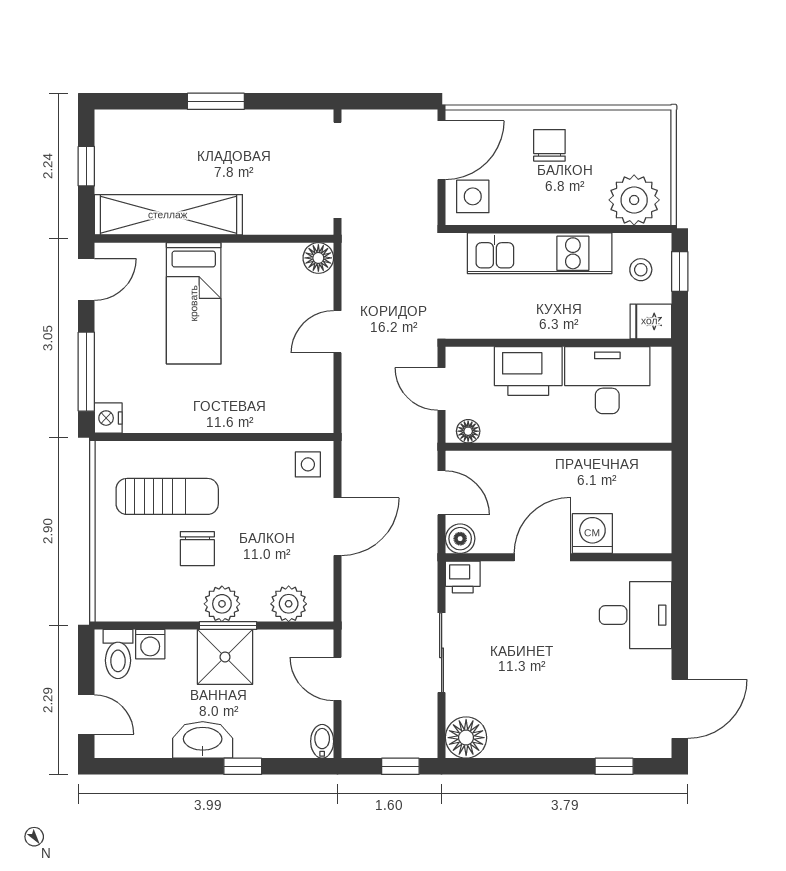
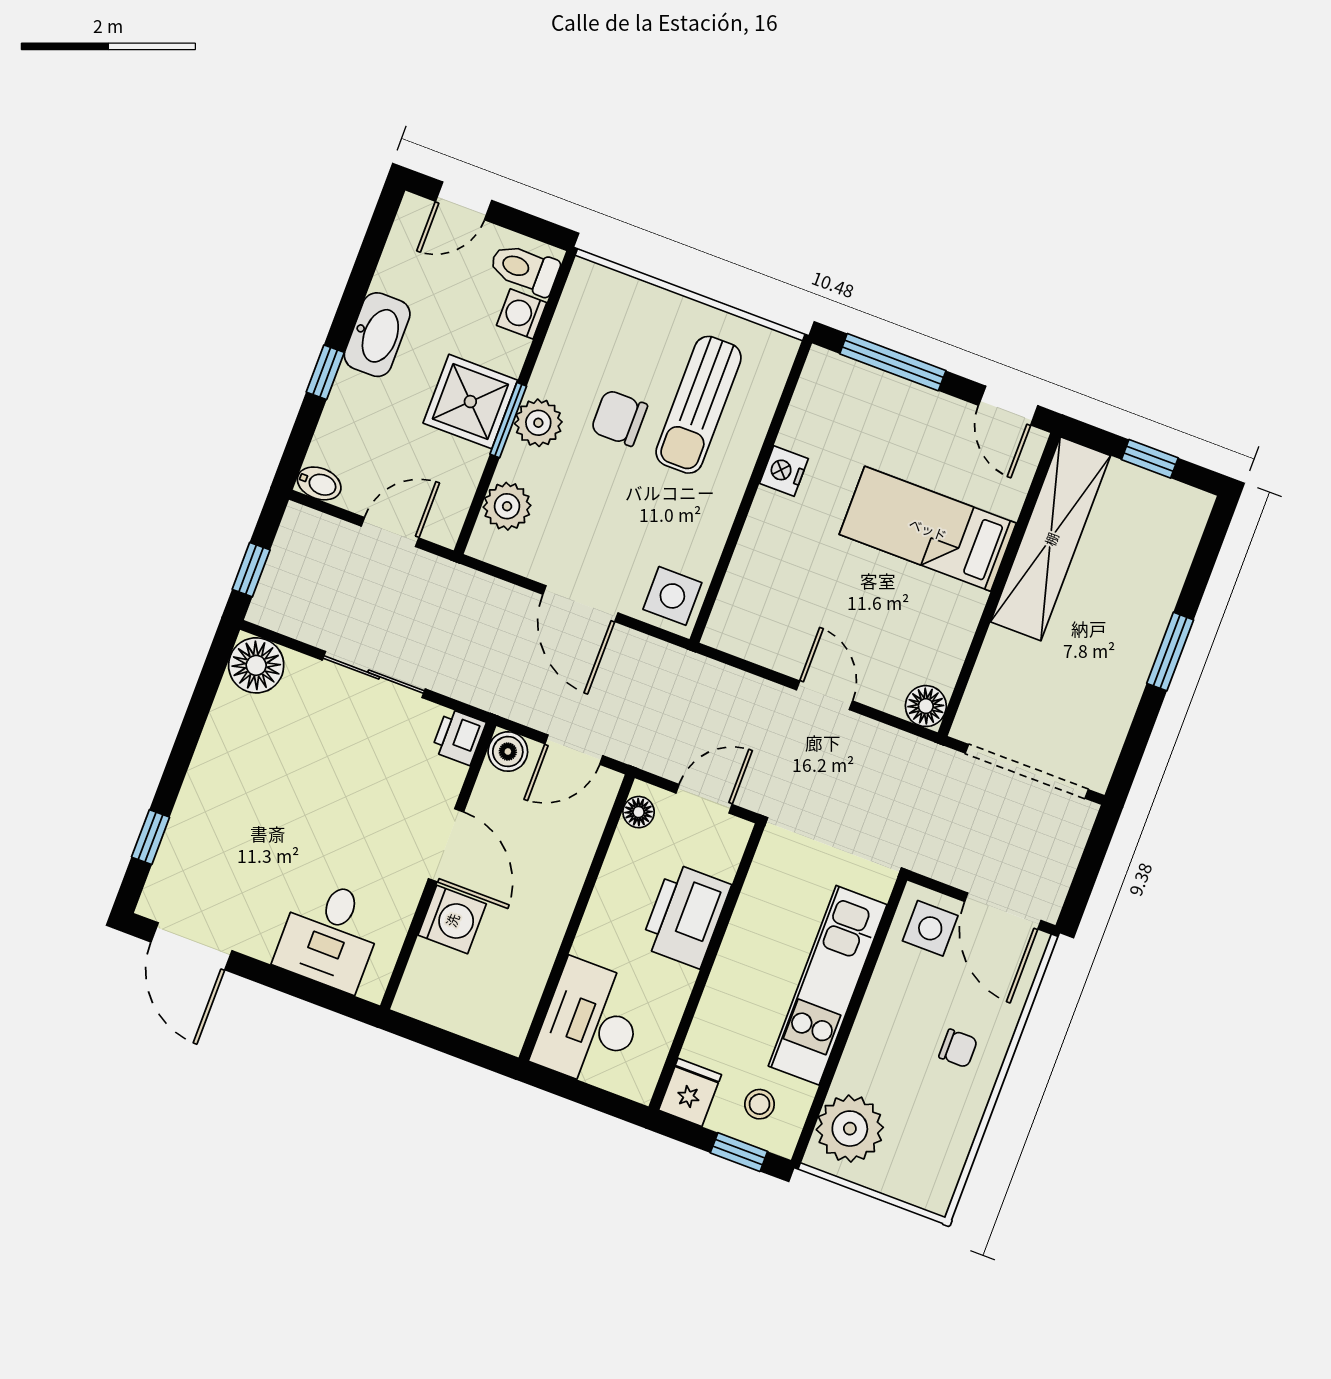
chair: (549, 145) -> (958, 1048), width x0.73, depth x0.73
desk: (607, 380) -> (590, 1024), moved, turned 180
nightstand: (108, 418) -> (784, 471), moved, turned -90
side table: (308, 464) -> (672, 596), width x1.37, depth x1.37

